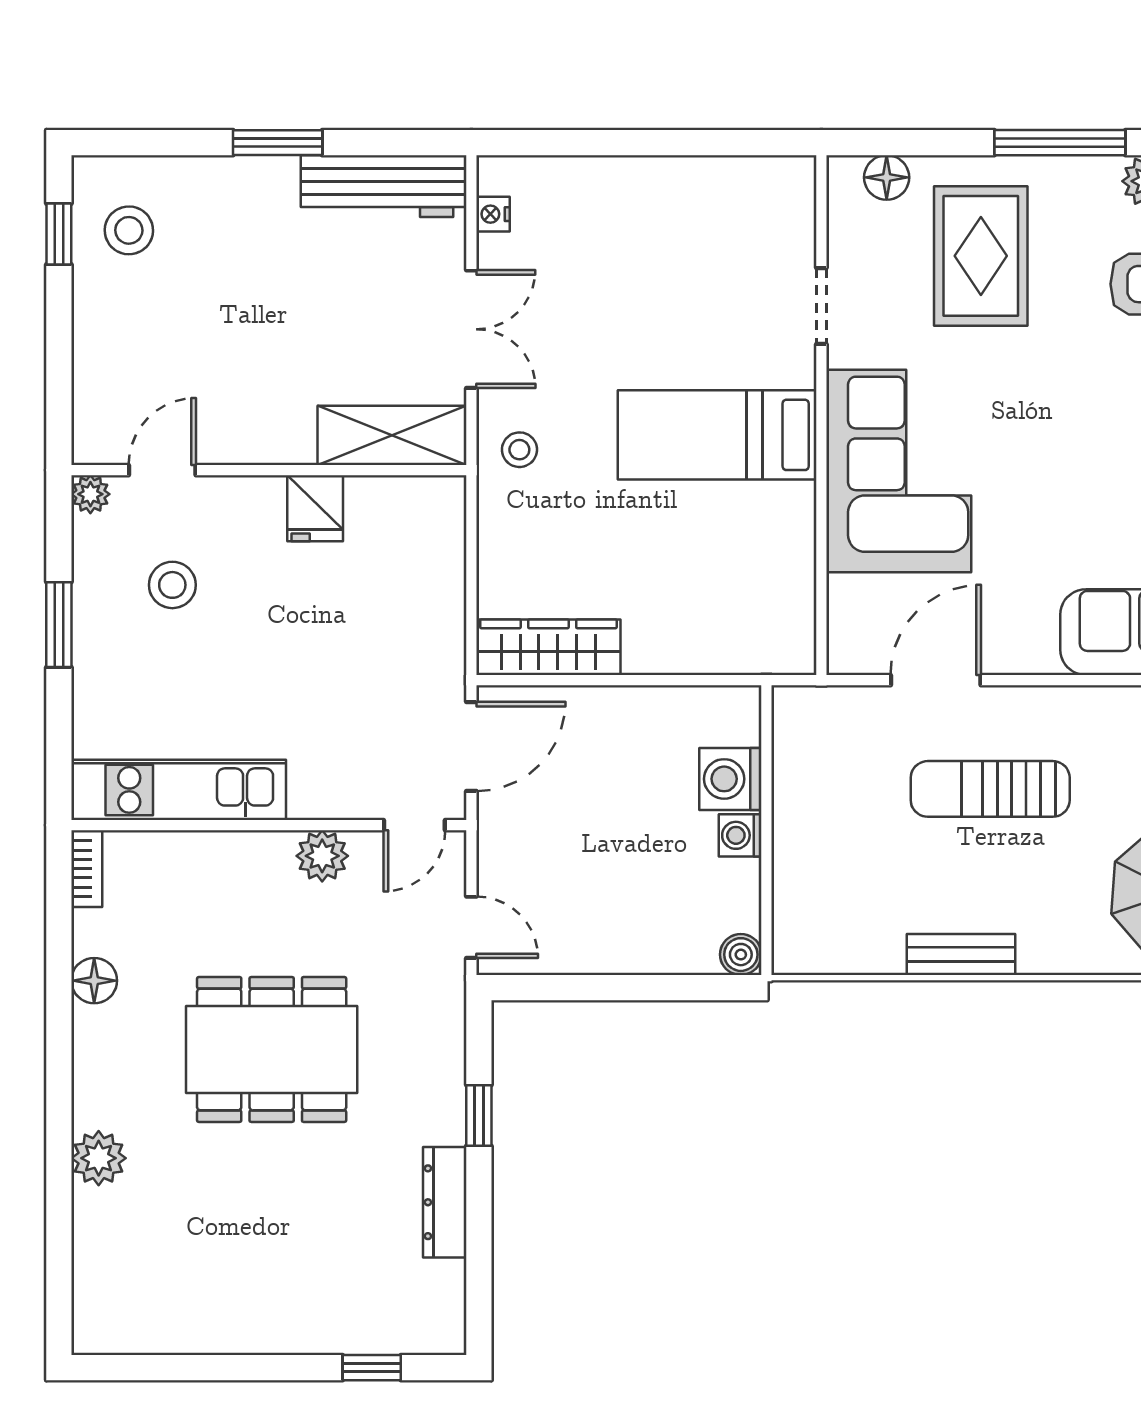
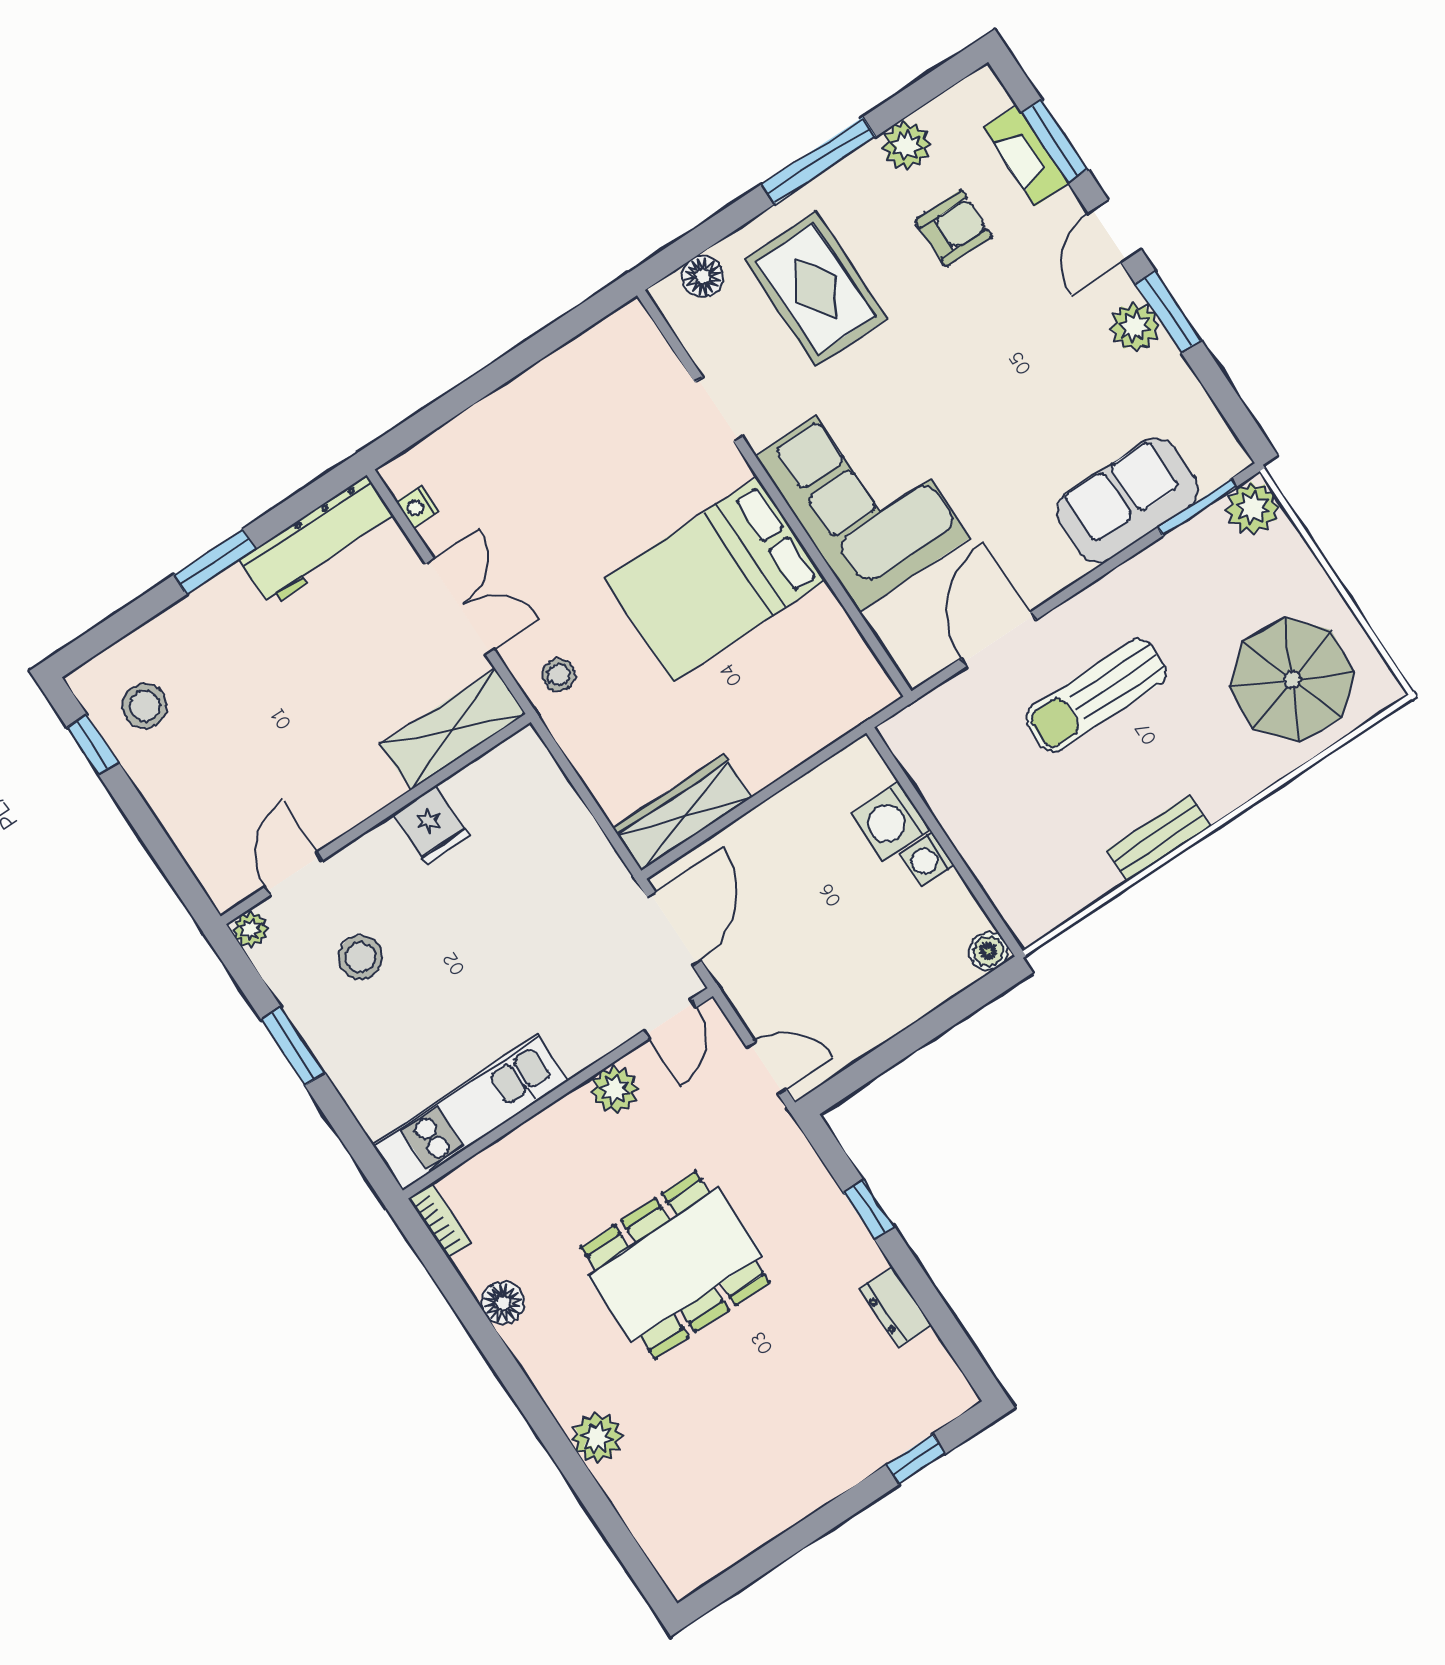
bed: (717, 435) -> (715, 579), width x1.50
dresser: (445, 1202) -> (896, 1307), width x0.70

